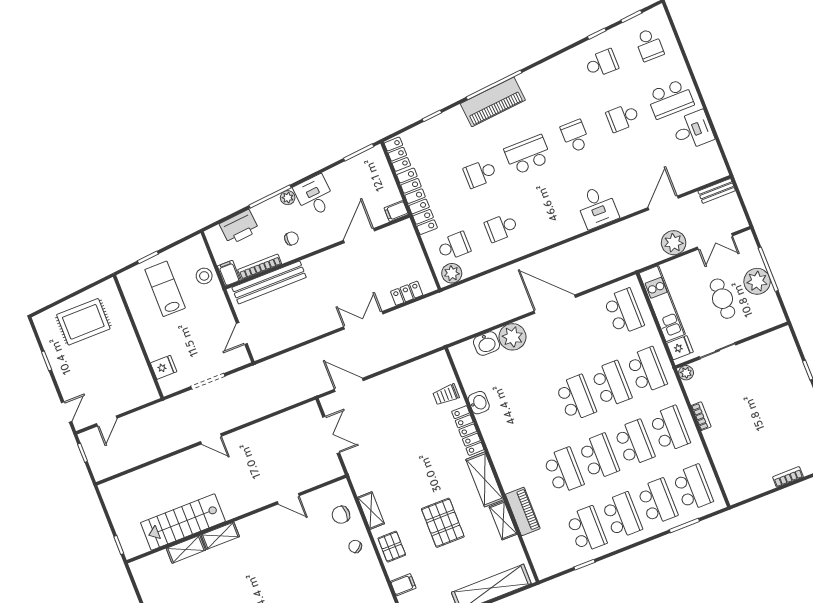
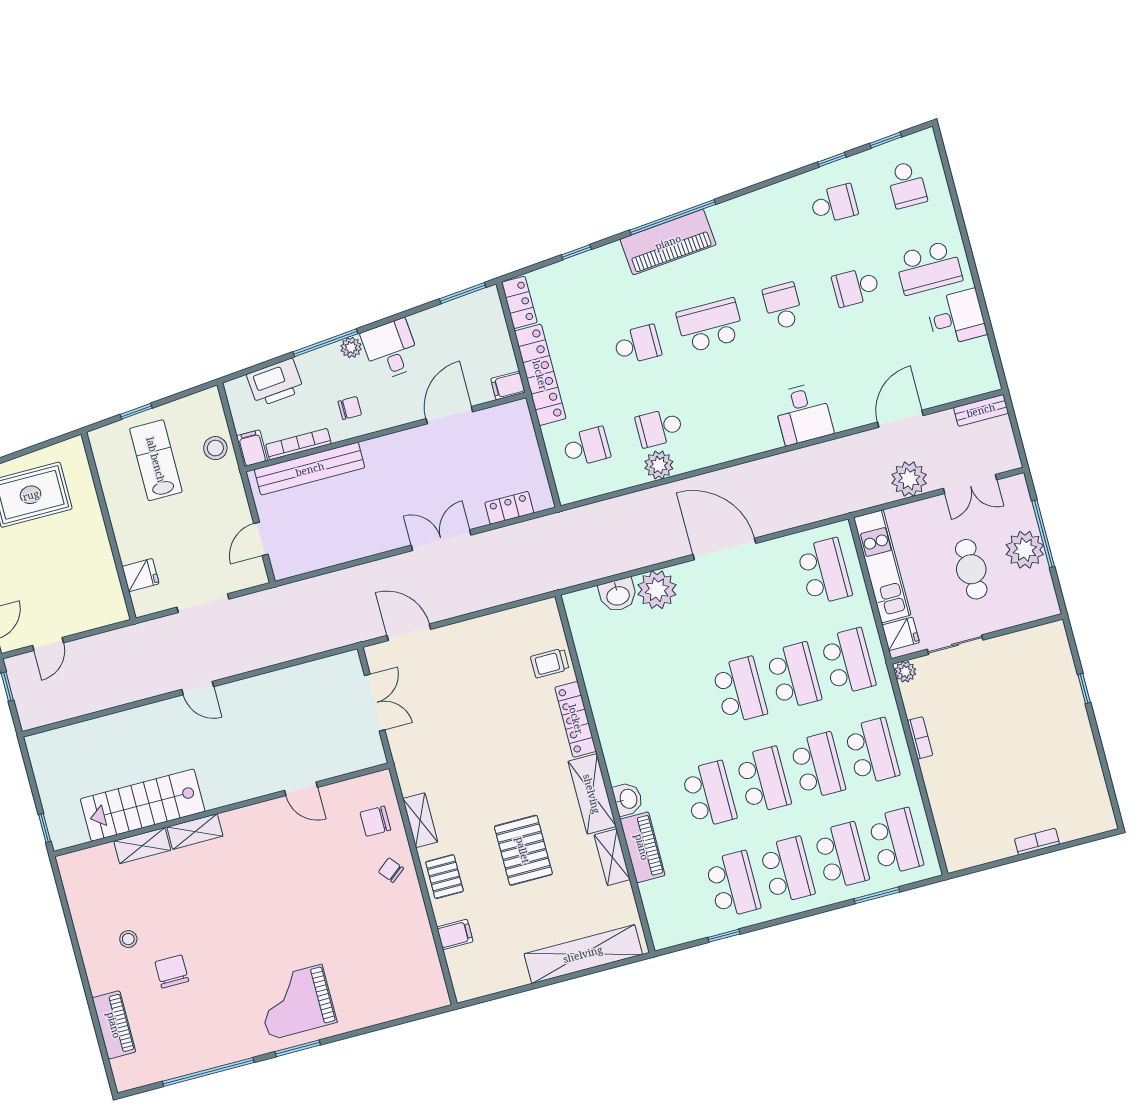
school desk: (480, 173) -> (637, 345), turned 180
plant: (452, 273) -> (659, 465), moved
washbasin: (479, 403) -> (628, 799), moved

